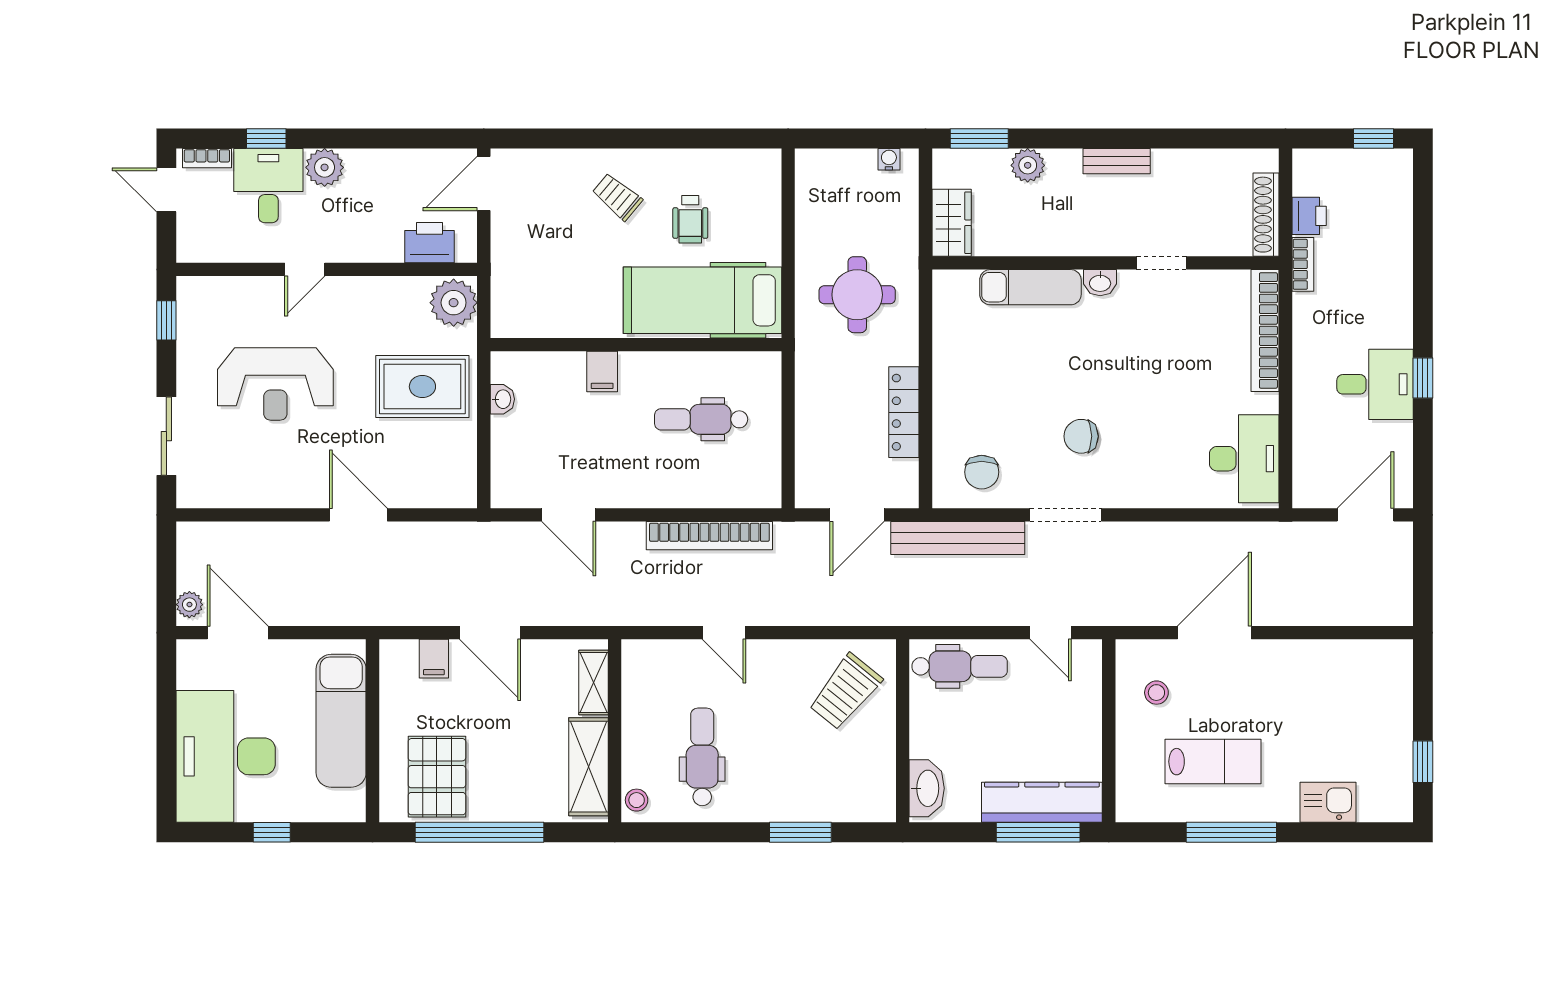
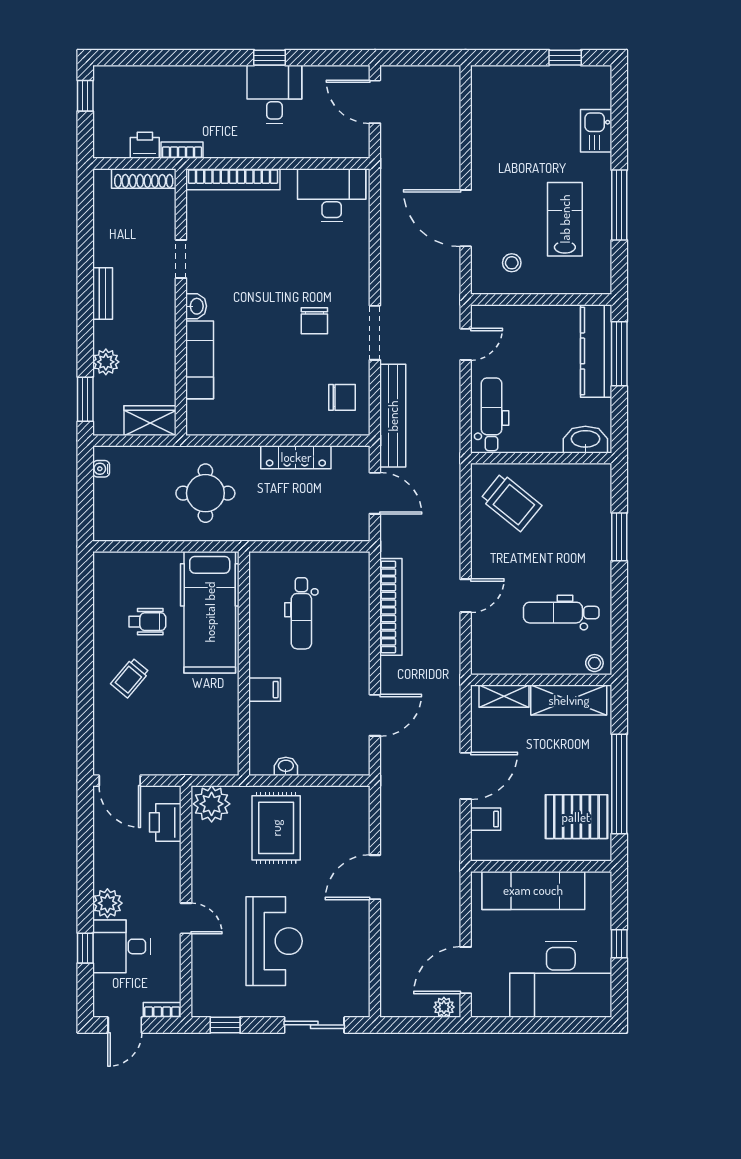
bookcase: (207, 158) -> (162, 1010), moved, turned -90

